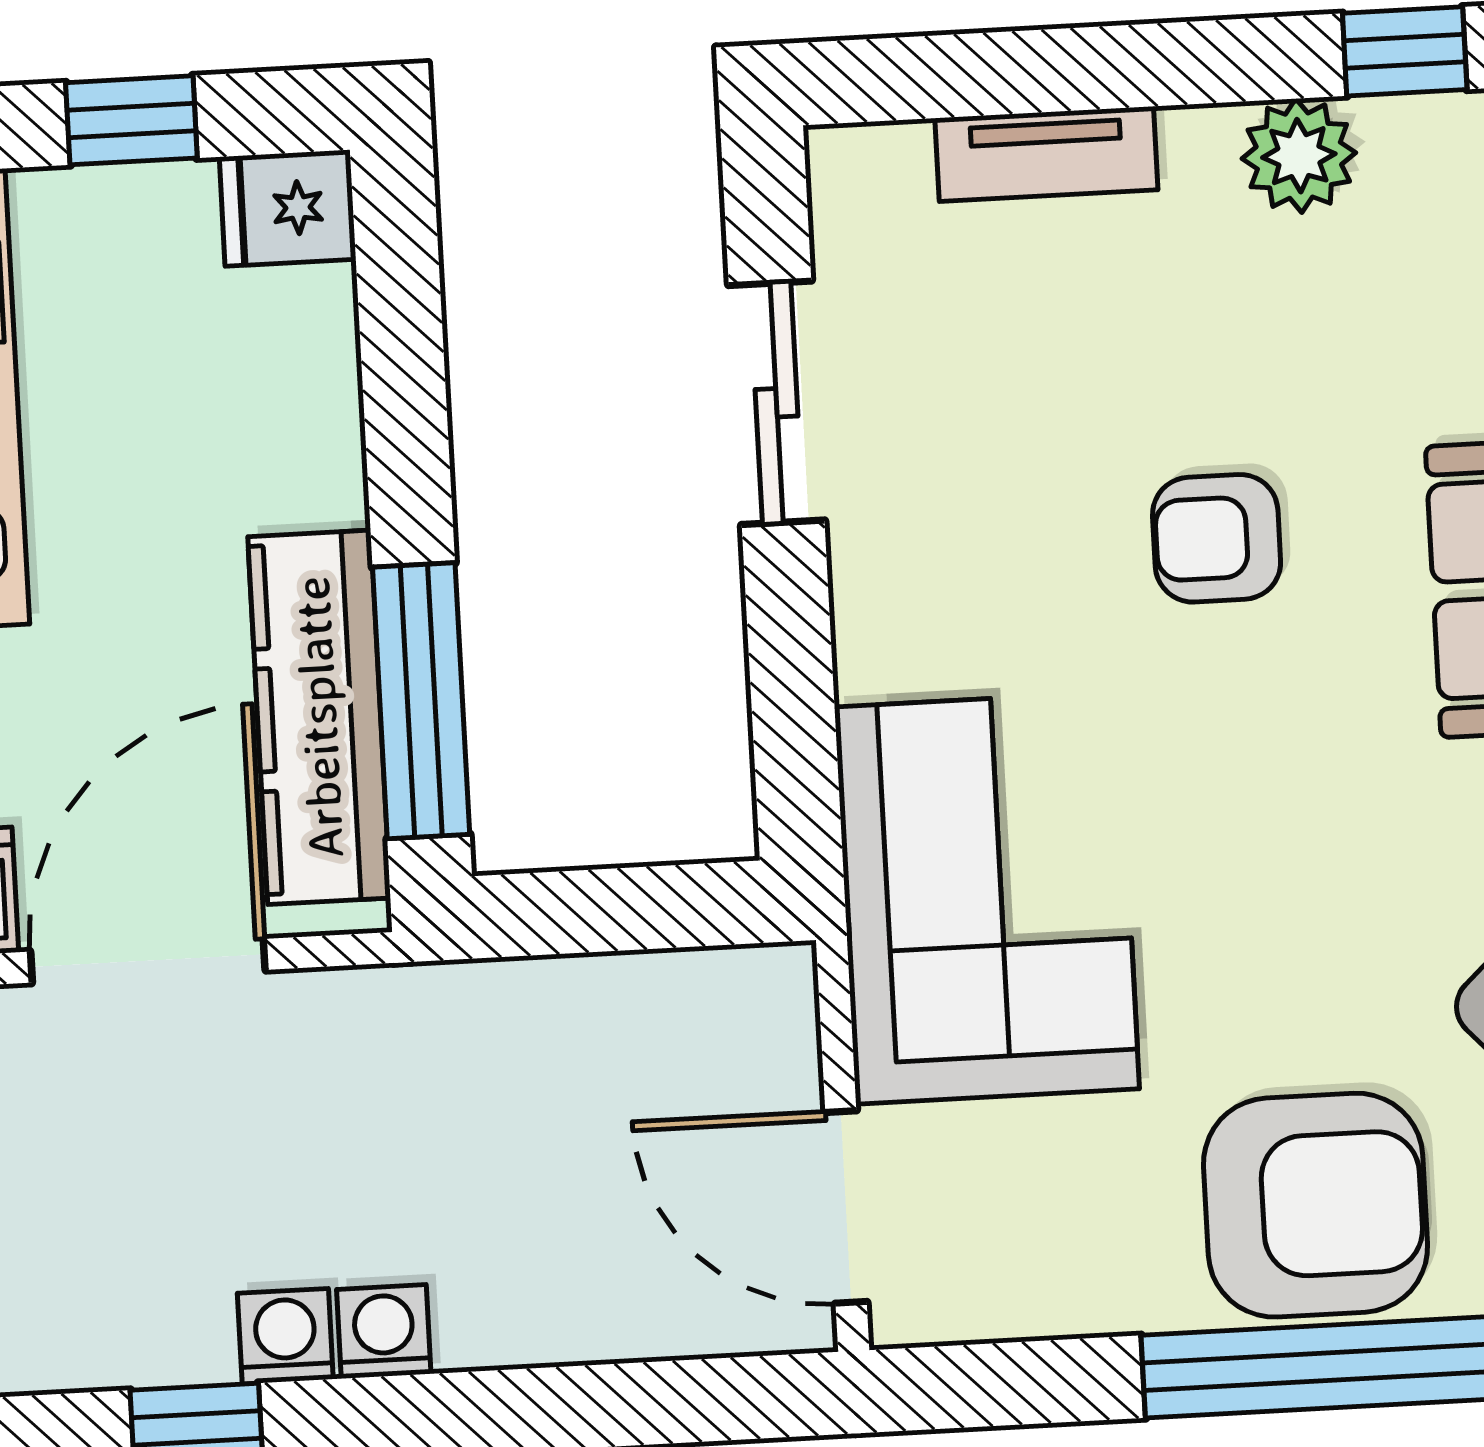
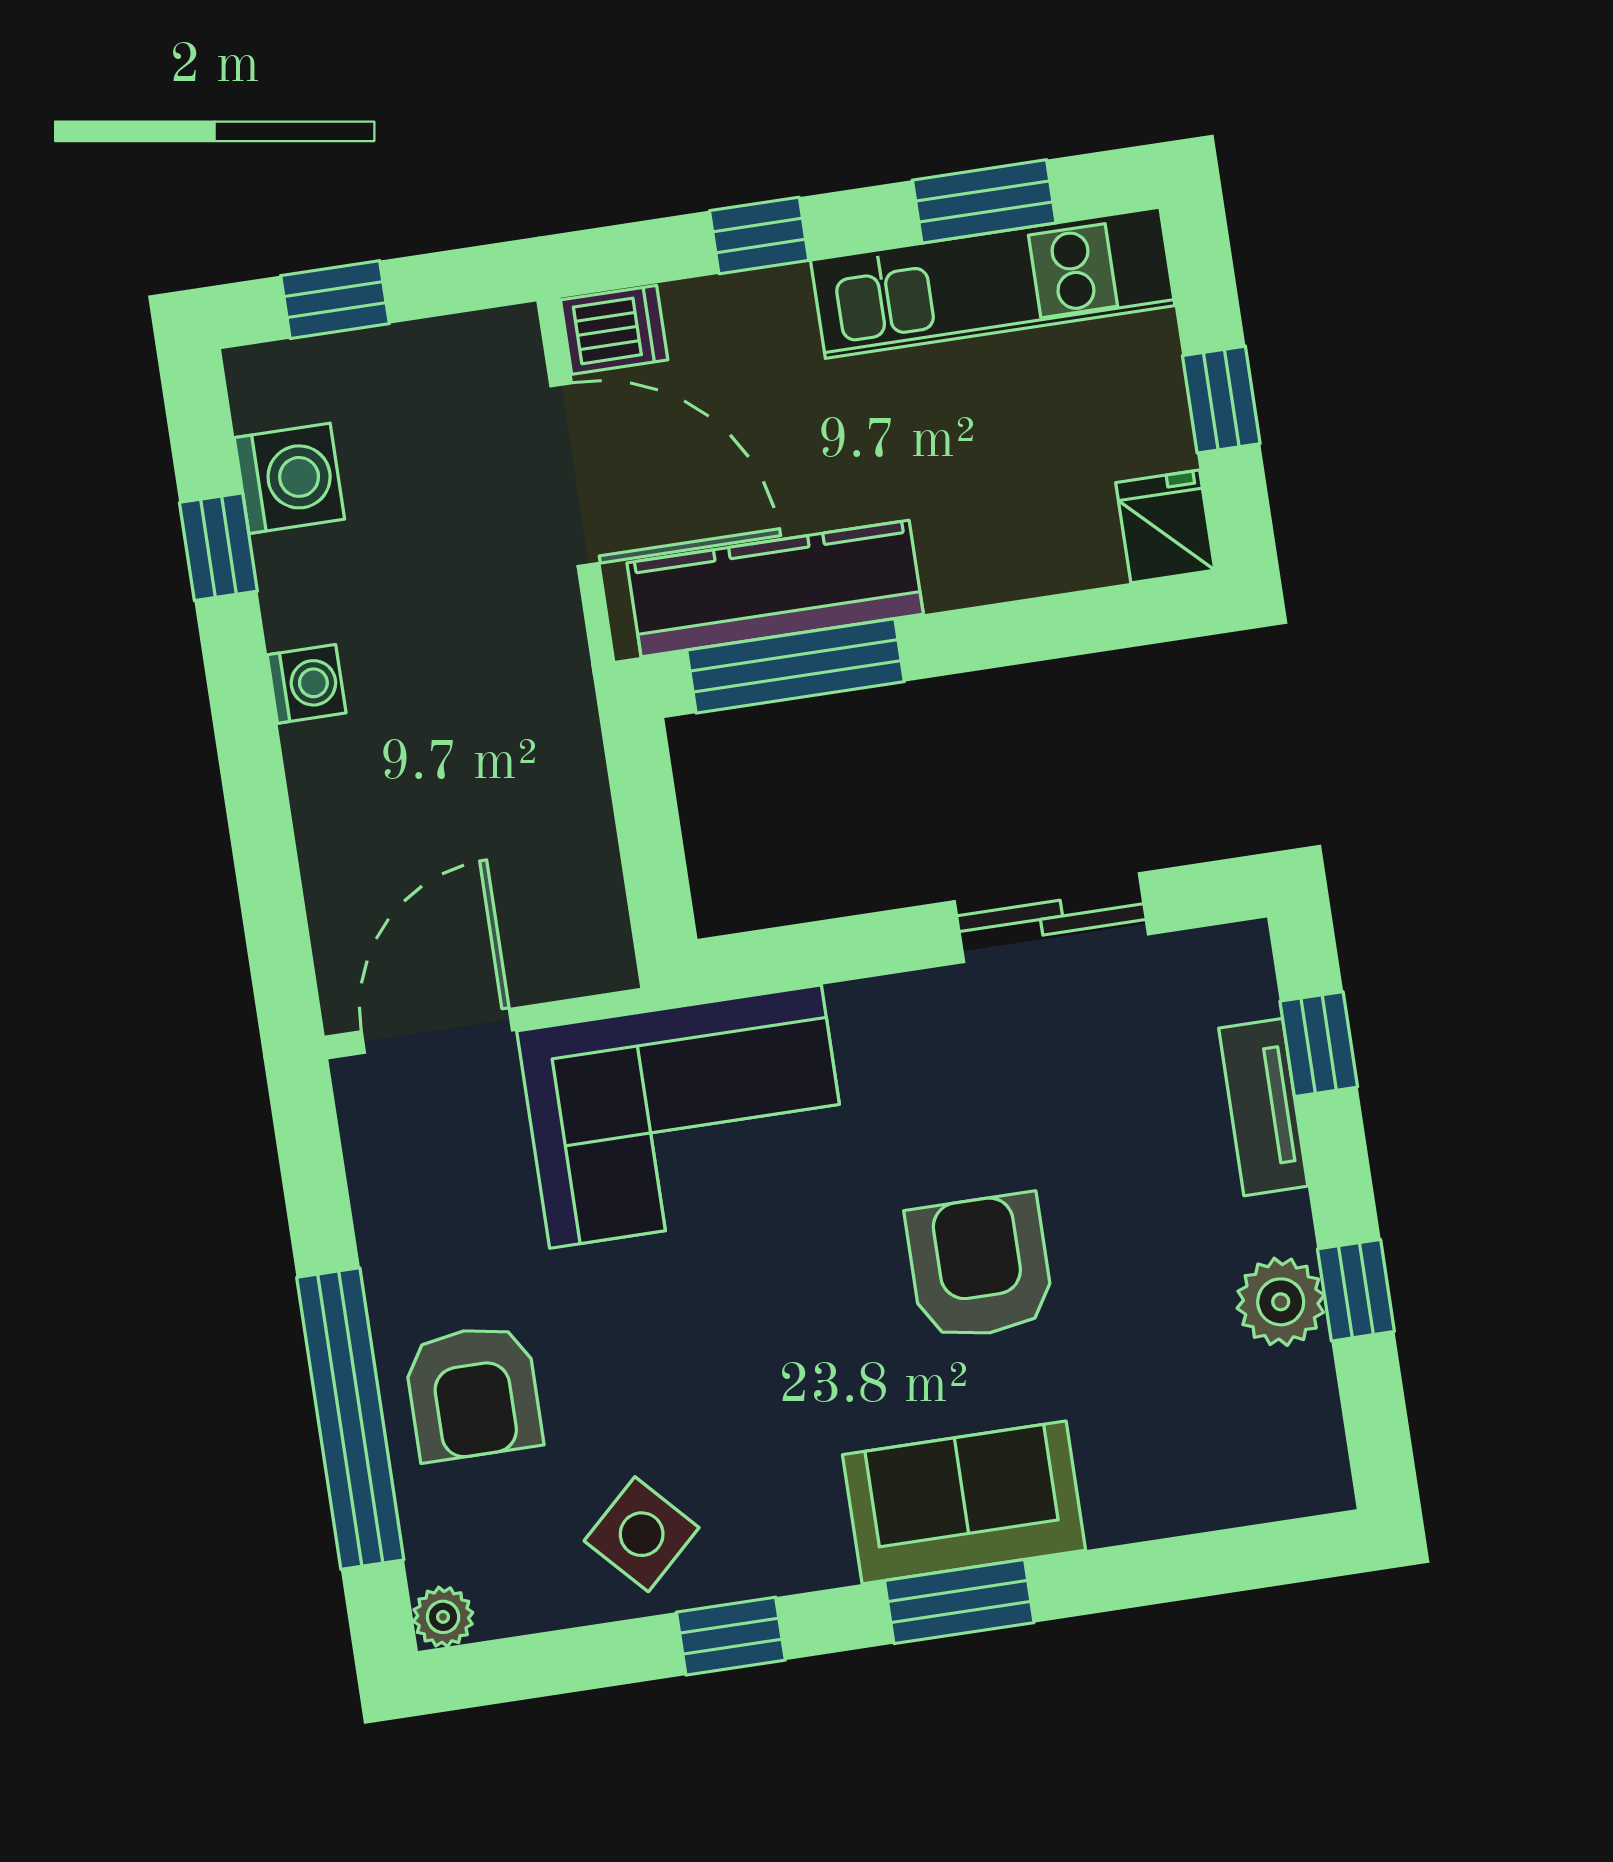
window: (1405, 51) -> (1356, 1290), moved
window: (972, 75) -> (1319, 1044), added
armchair: (1217, 538) -> (980, 1267), width x1.38, depth x1.38
armchair: (1316, 1205) -> (473, 1393), width x0.73, depth x0.73
washing machine: (285, 1336) -> (289, 478), moved, width x1.38, depth x1.38

